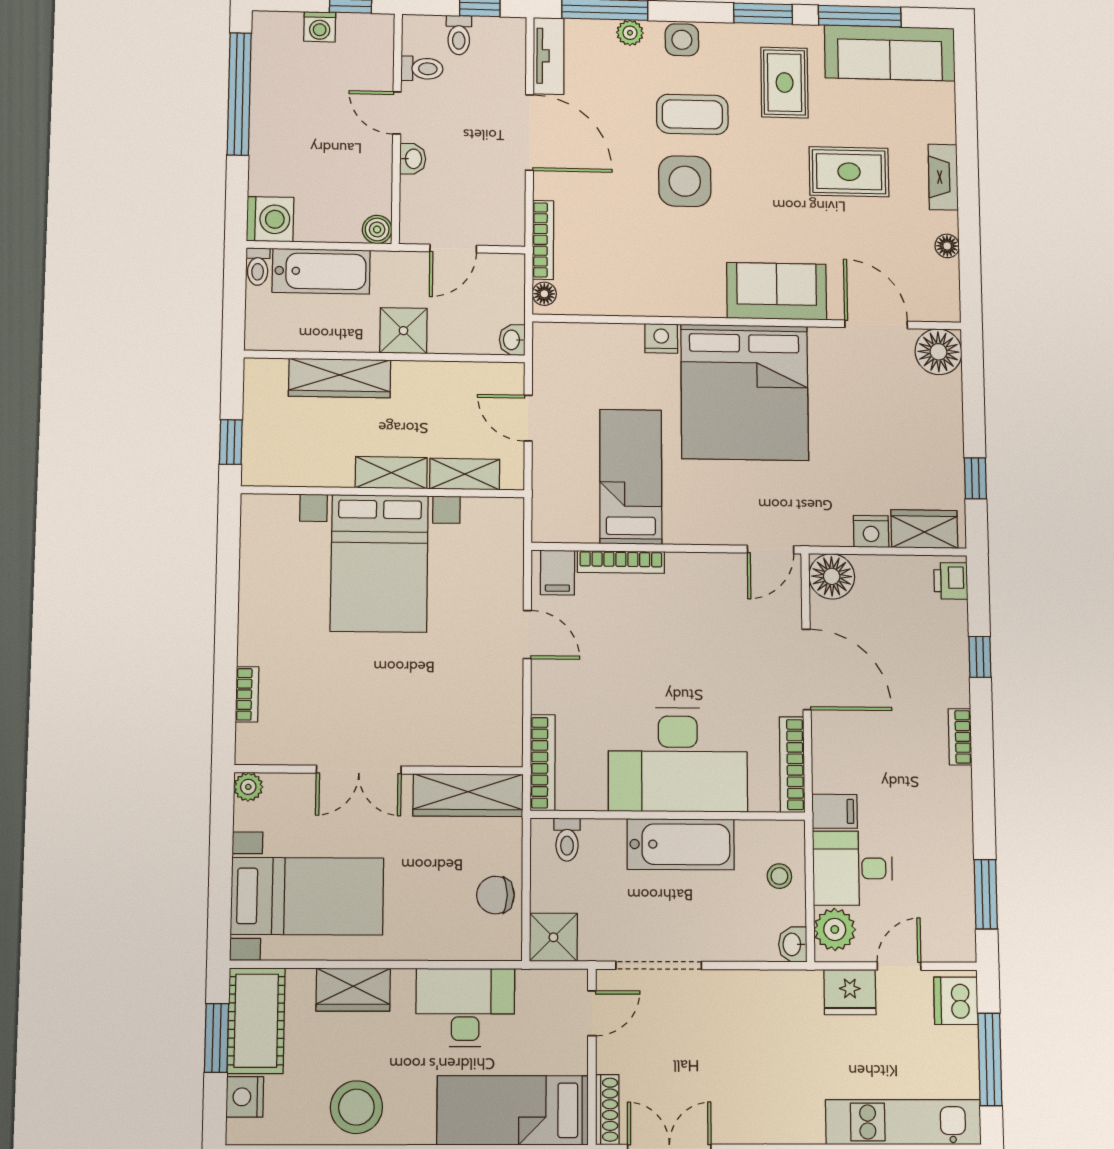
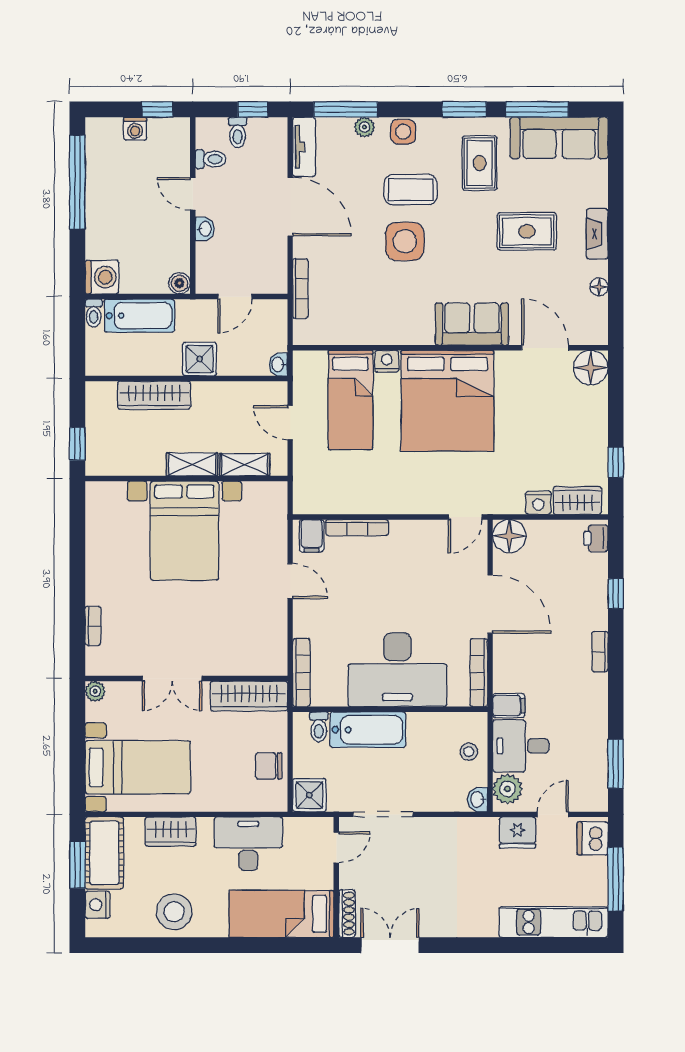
floor lamp: (544, 294) -> (301, 329), removed
bed: (631, 477) -> (350, 400), moved, turned 180
bathtub: (681, 844) -> (368, 730), moved

